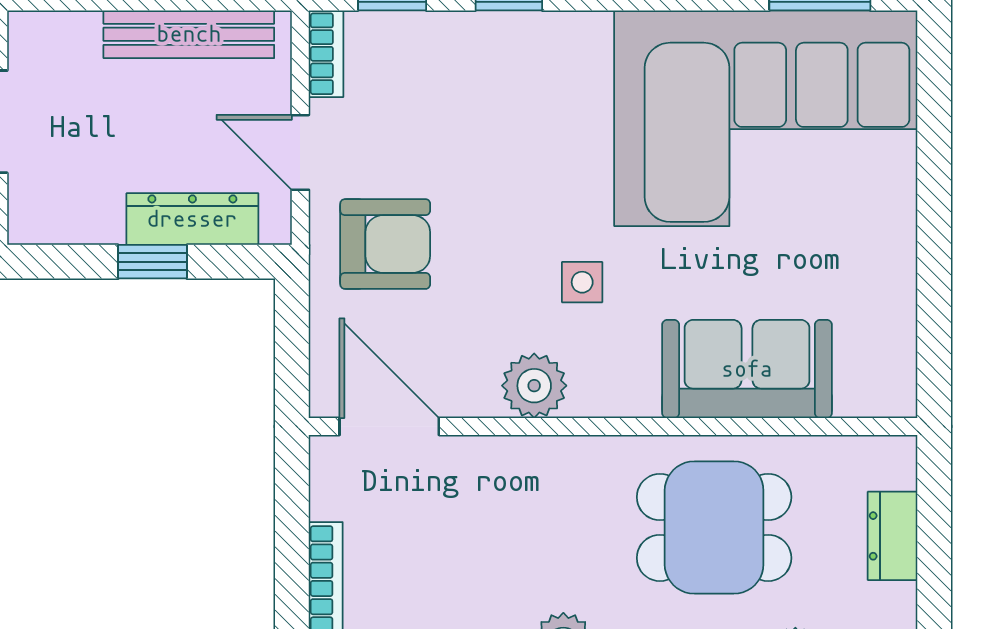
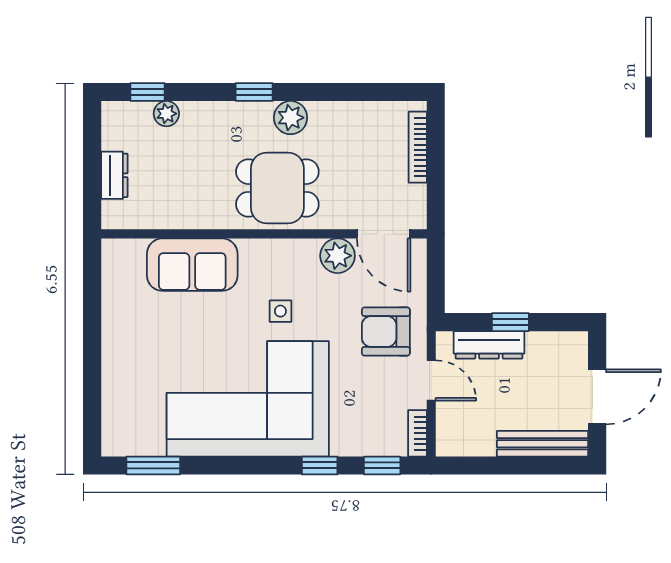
bench: (189, 34) -> (542, 444), moved
corner sofa: (766, 118) -> (248, 399), moved
plant: (534, 386) -> (338, 256), moved
dining table: (714, 527) -> (277, 188), moved

